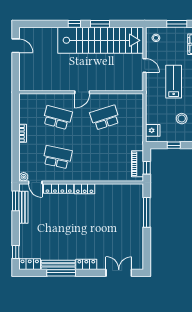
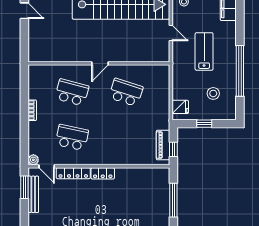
school desk: (105, 118) -> (126, 92), turned 36

